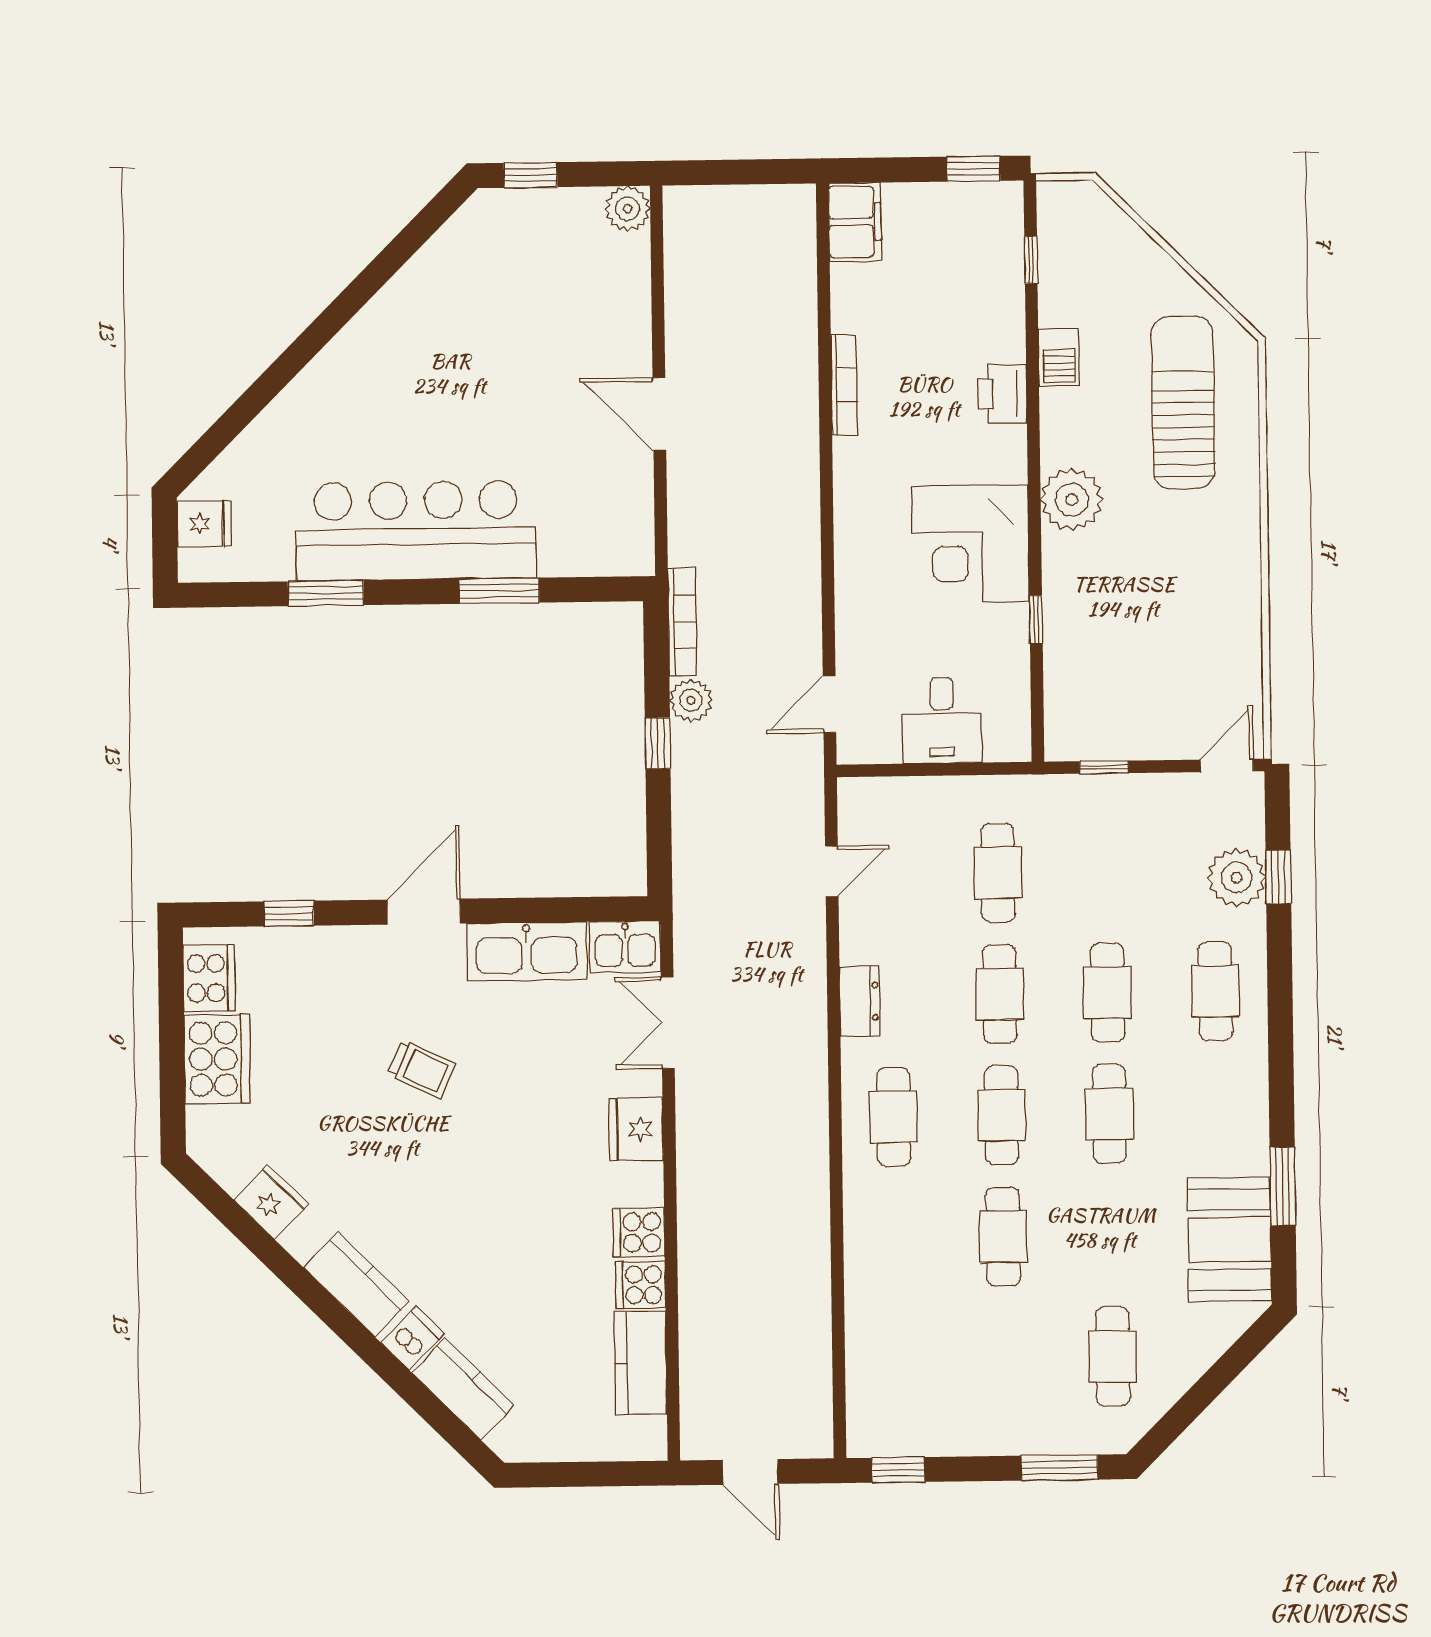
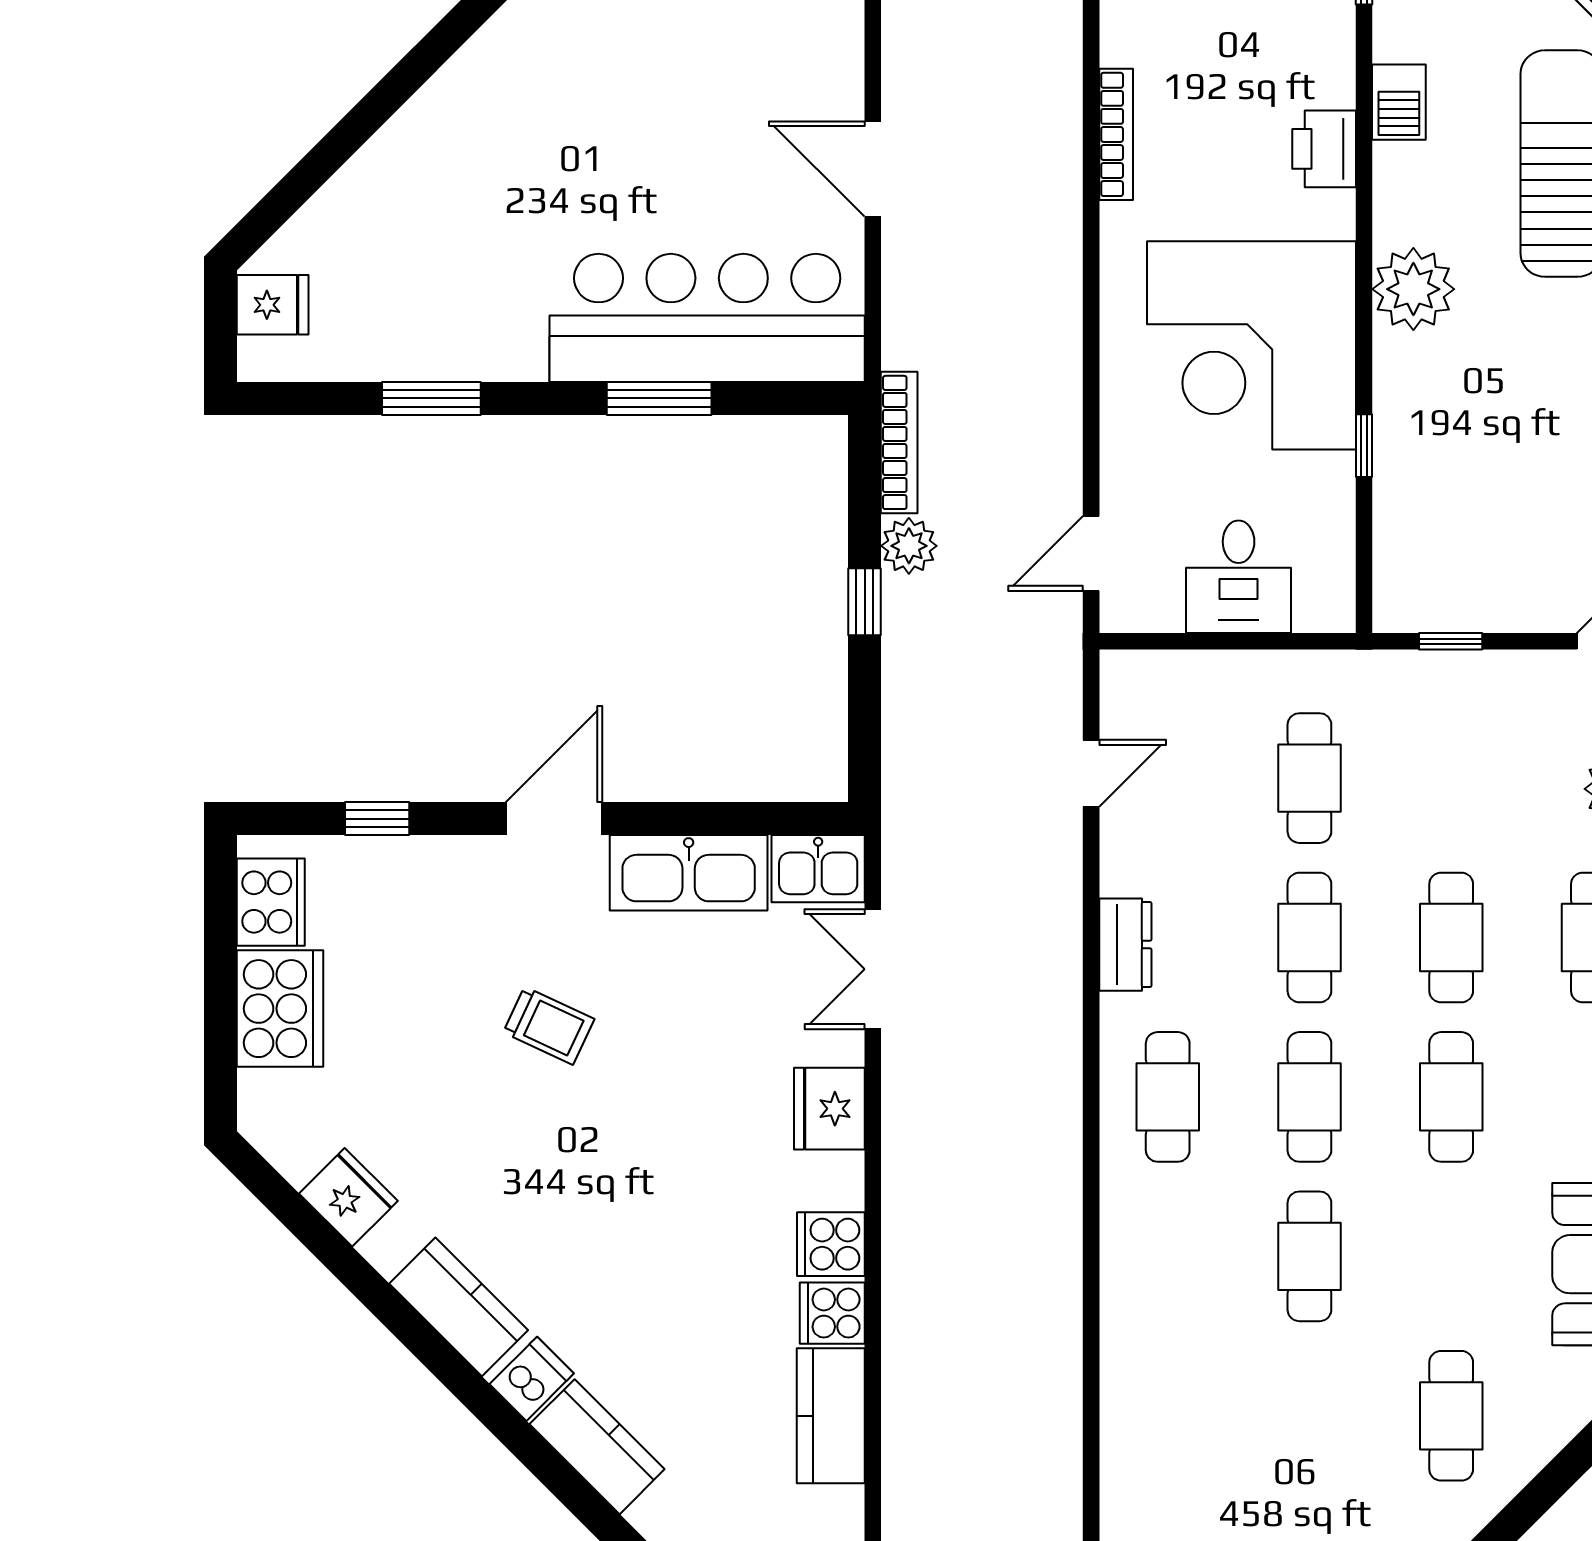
bar counter: (416, 531) -> (707, 318), moved
corner desk: (970, 544) -> (1251, 345), width x1.36, depth x1.36

